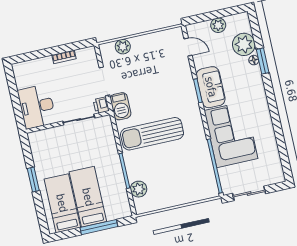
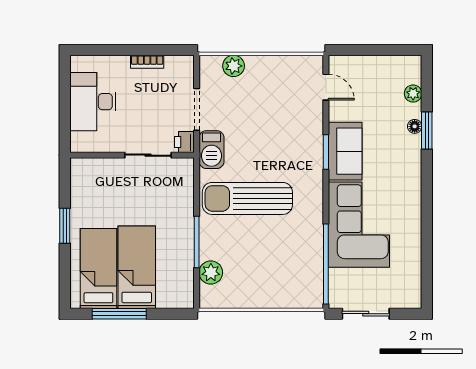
plant: (218, 25) -> (375, 66), removed
plant: (244, 44) -> (413, 94), width x0.53, depth x0.53
desk: (37, 106) -> (93, 102), moved
window: (99, 227) -> (119, 314), moved

